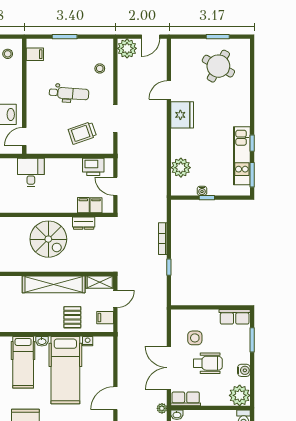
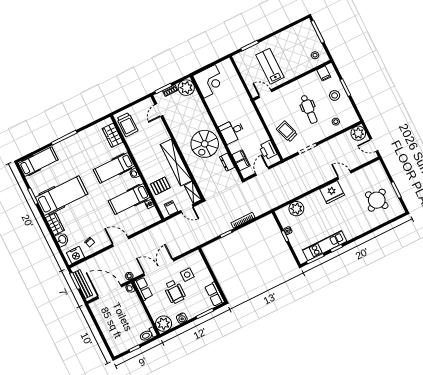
stool: (68, 54) -> (335, 95), added
round table: (218, 66) -> (377, 200), turned 31
desk: (31, 172) -> (232, 131), moved, turned 180
hospital bed: (65, 370) -> (129, 199), width x0.73, depth x0.78

